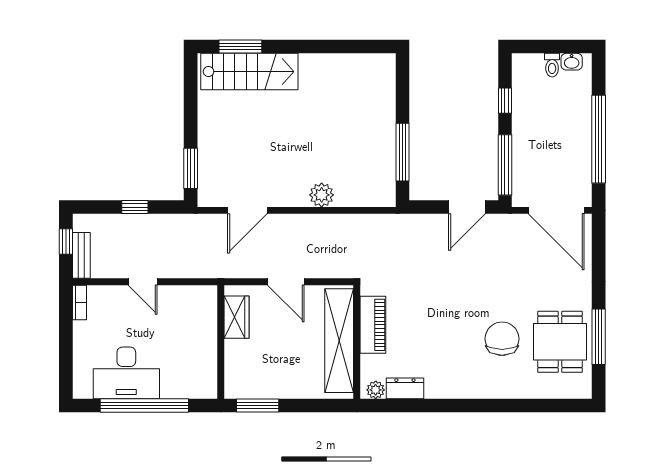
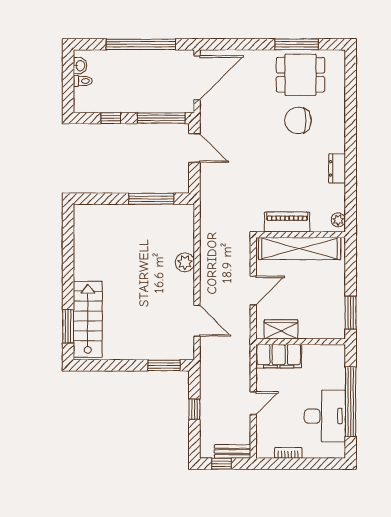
bookcase: (79, 302) -> (288, 453), moved
filing cabinet: (202, 314) -> (279, 356), added
dresser: (405, 388) -> (337, 168), moved

